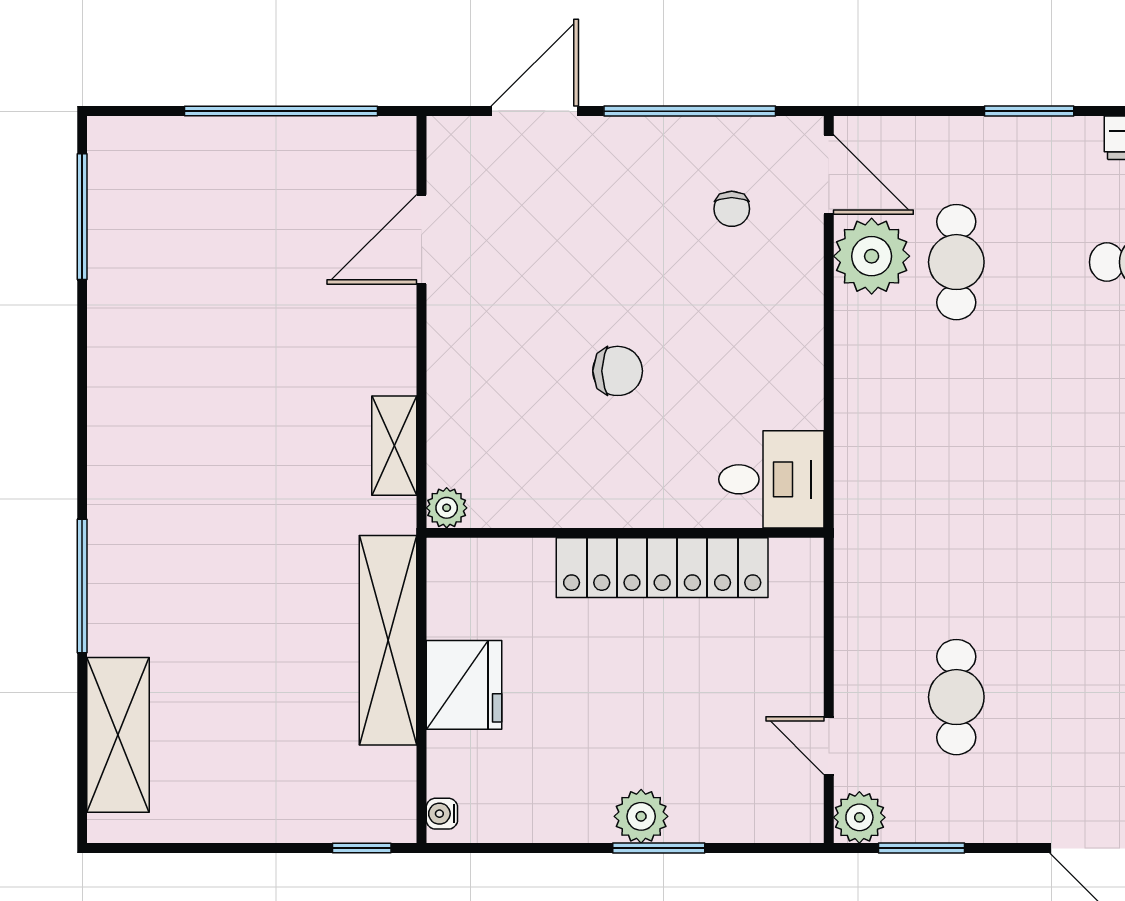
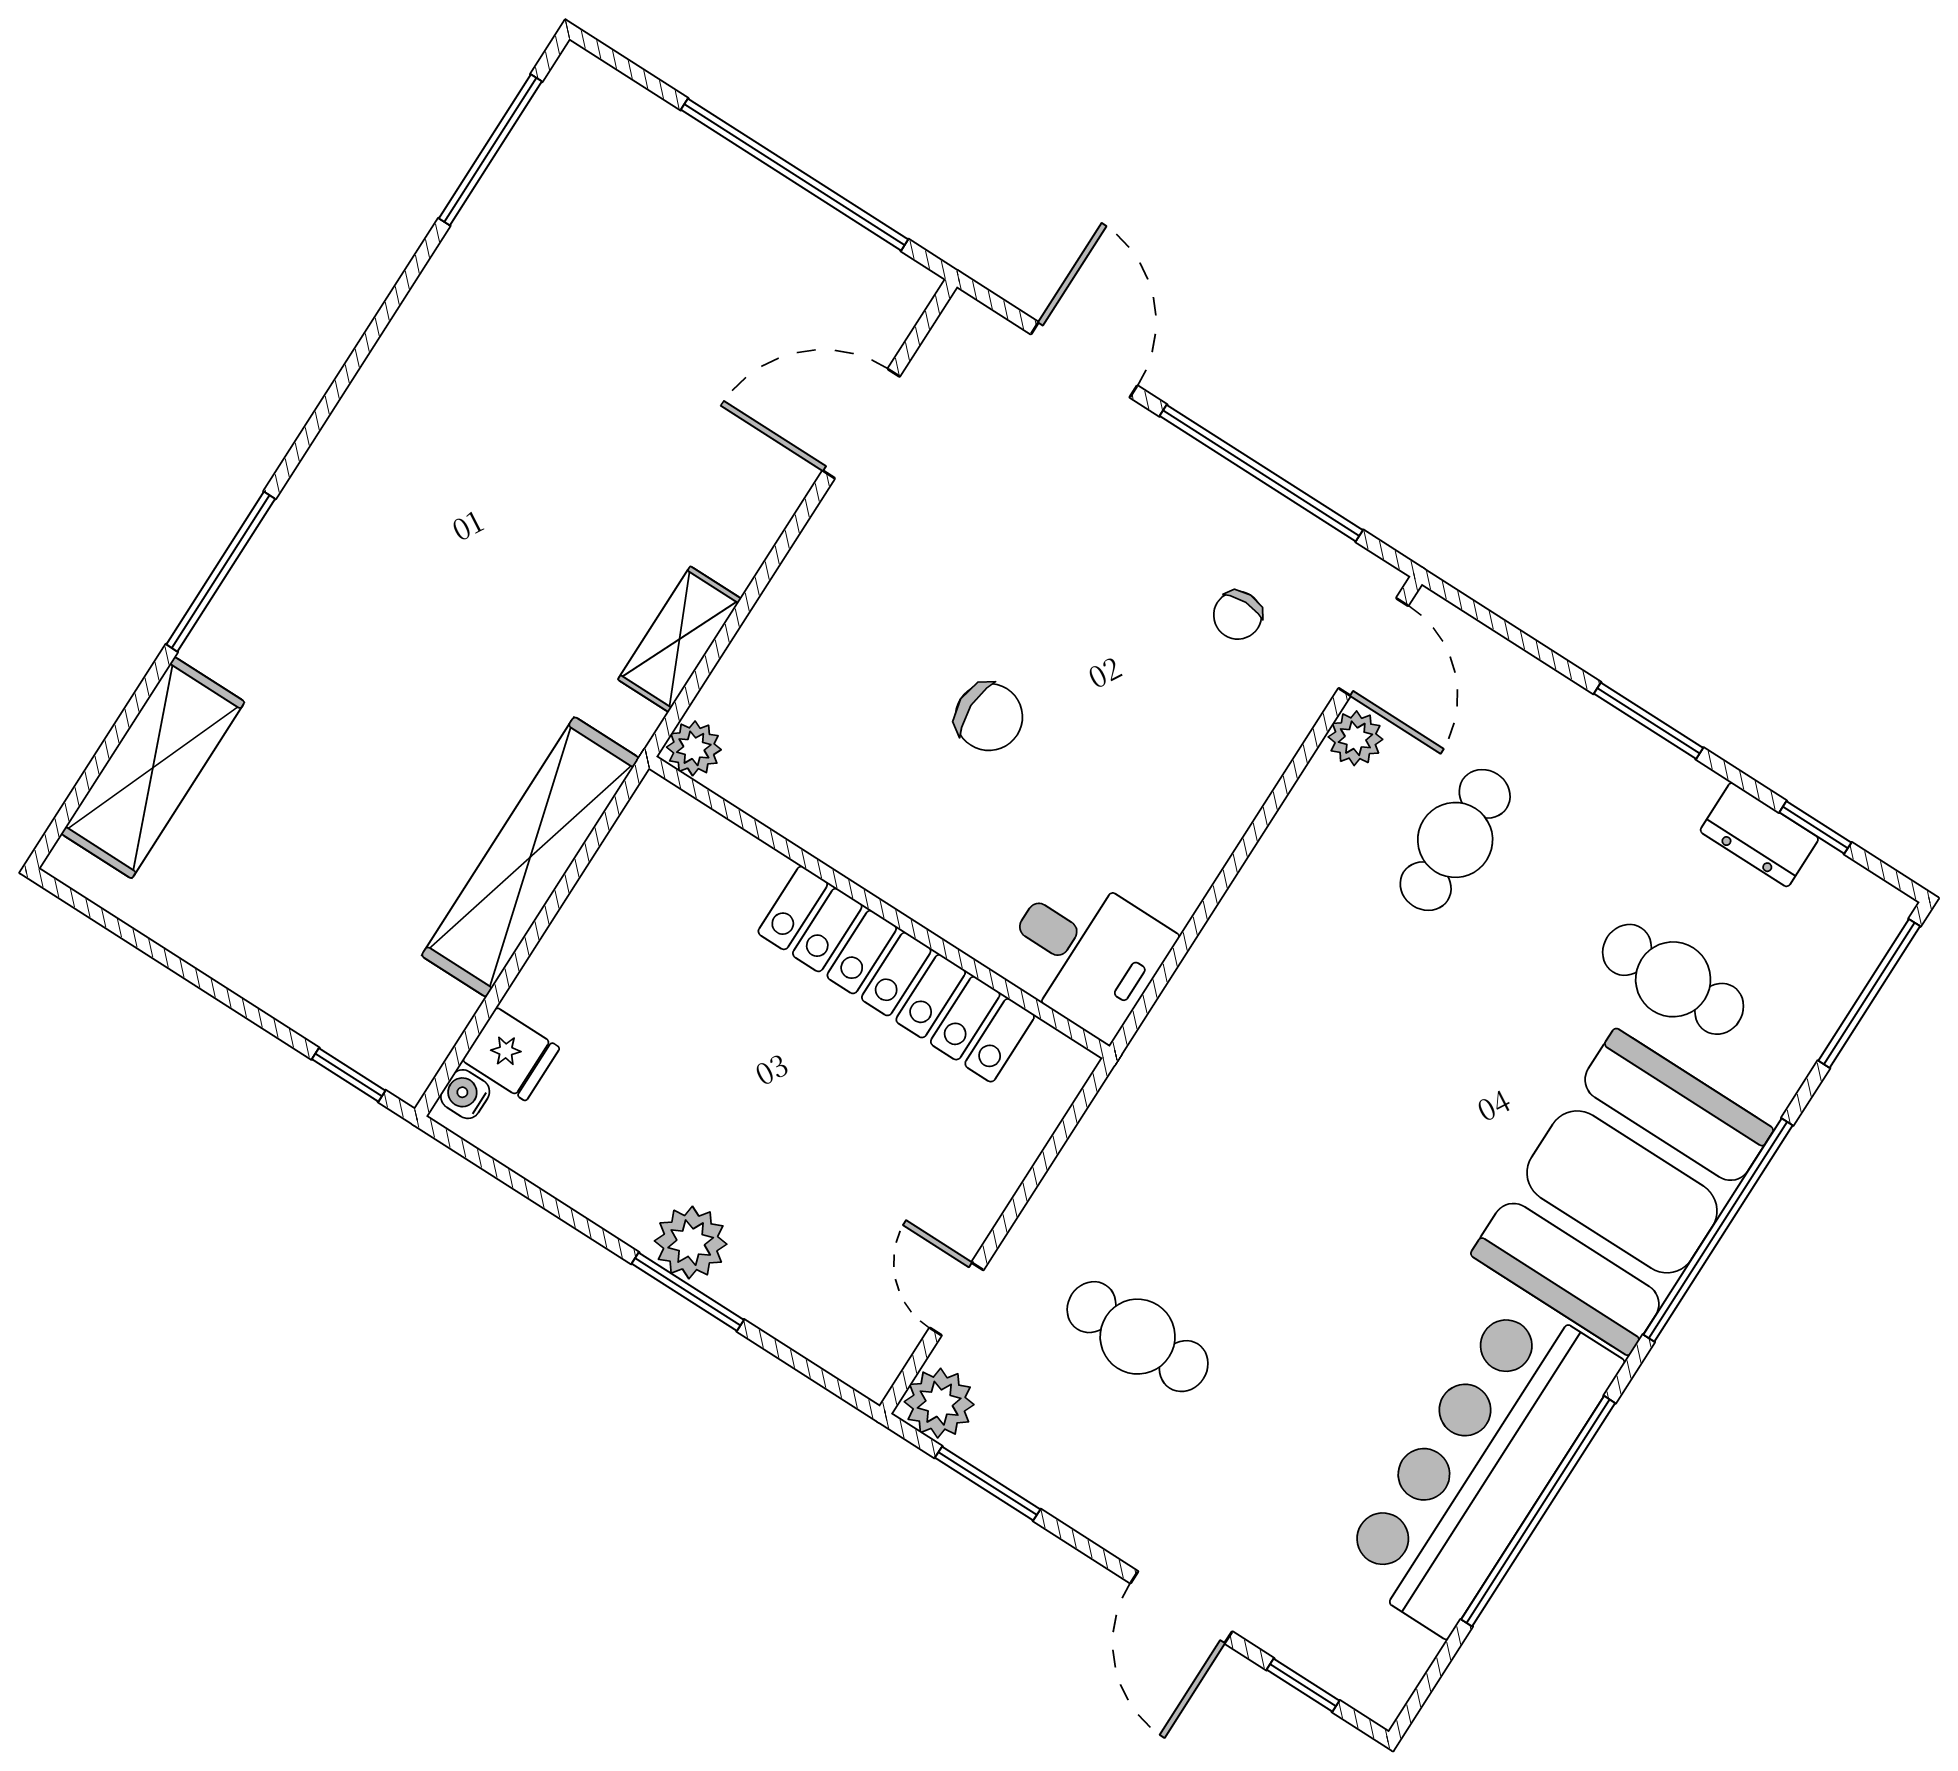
door: (535, 111) -> (1084, 360), hinge flipped
plant: (872, 256) -> (1355, 738), width x0.53, depth x0.53
fridge: (464, 685) -> (511, 1054), moved, width x0.53, depth x0.75
cafe table: (956, 697) -> (1138, 1337), turned 90

